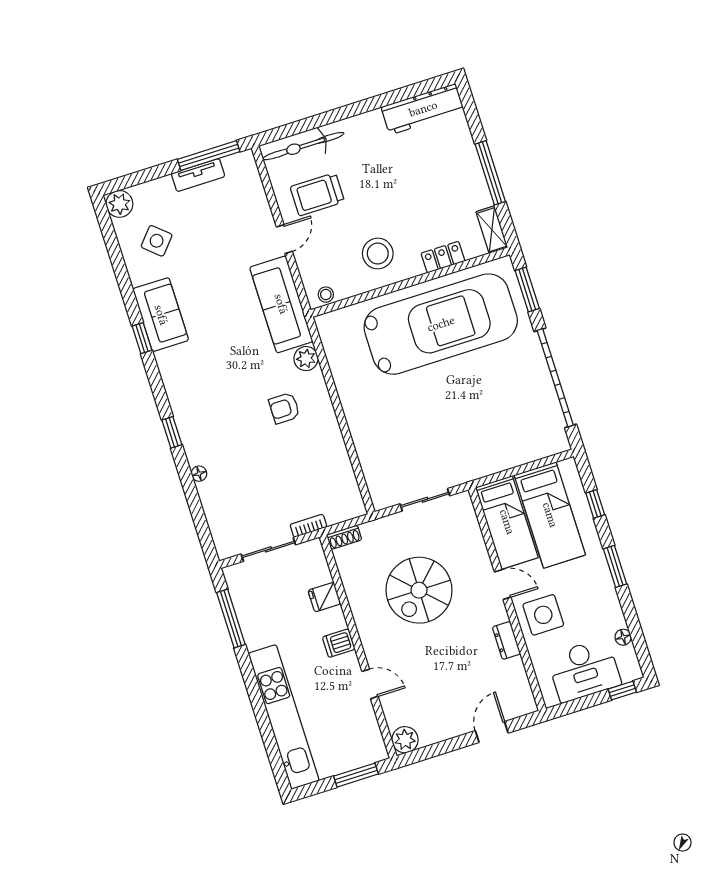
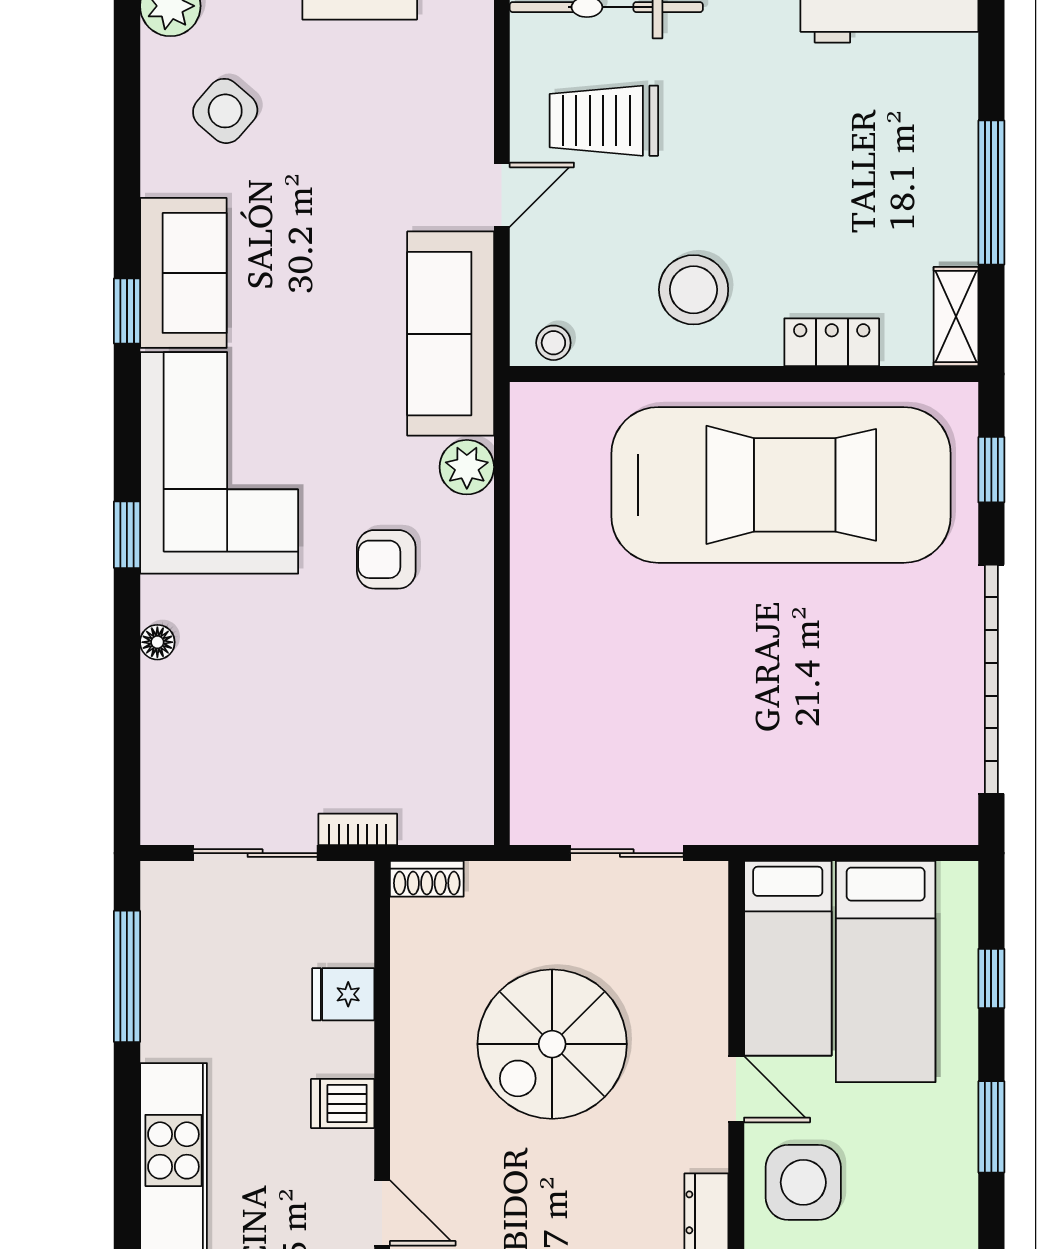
window: (527, 290) -> (991, 470), width x0.67
corner sofa: (201, 390) -> (219, 463), added

